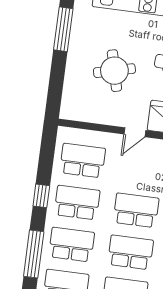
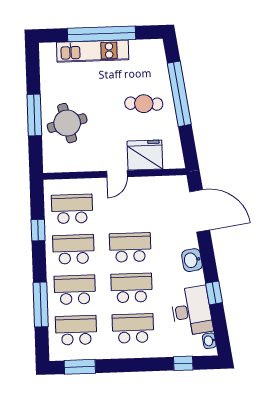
window: (63, 29) -> (34, 115), moved
round table: (114, 71) -> (67, 123), moved
window: (41, 196) -> (38, 230), moved

